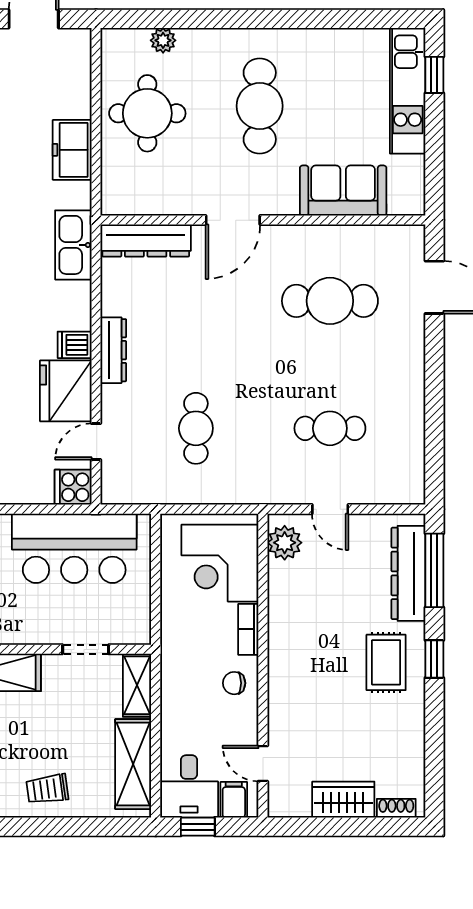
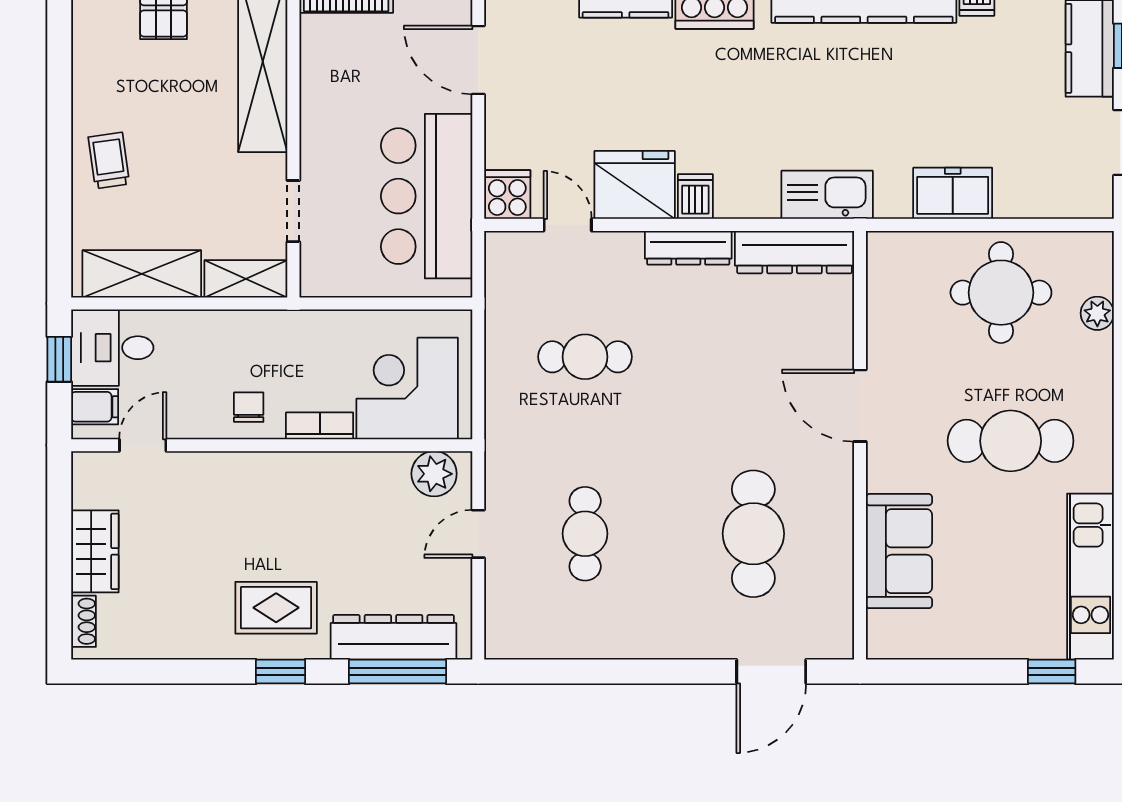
kitchen unit: (408, 91) -> (1090, 577), moved, turned -90
dresser: (146, 241) -> (794, 252), moved, turned -90

